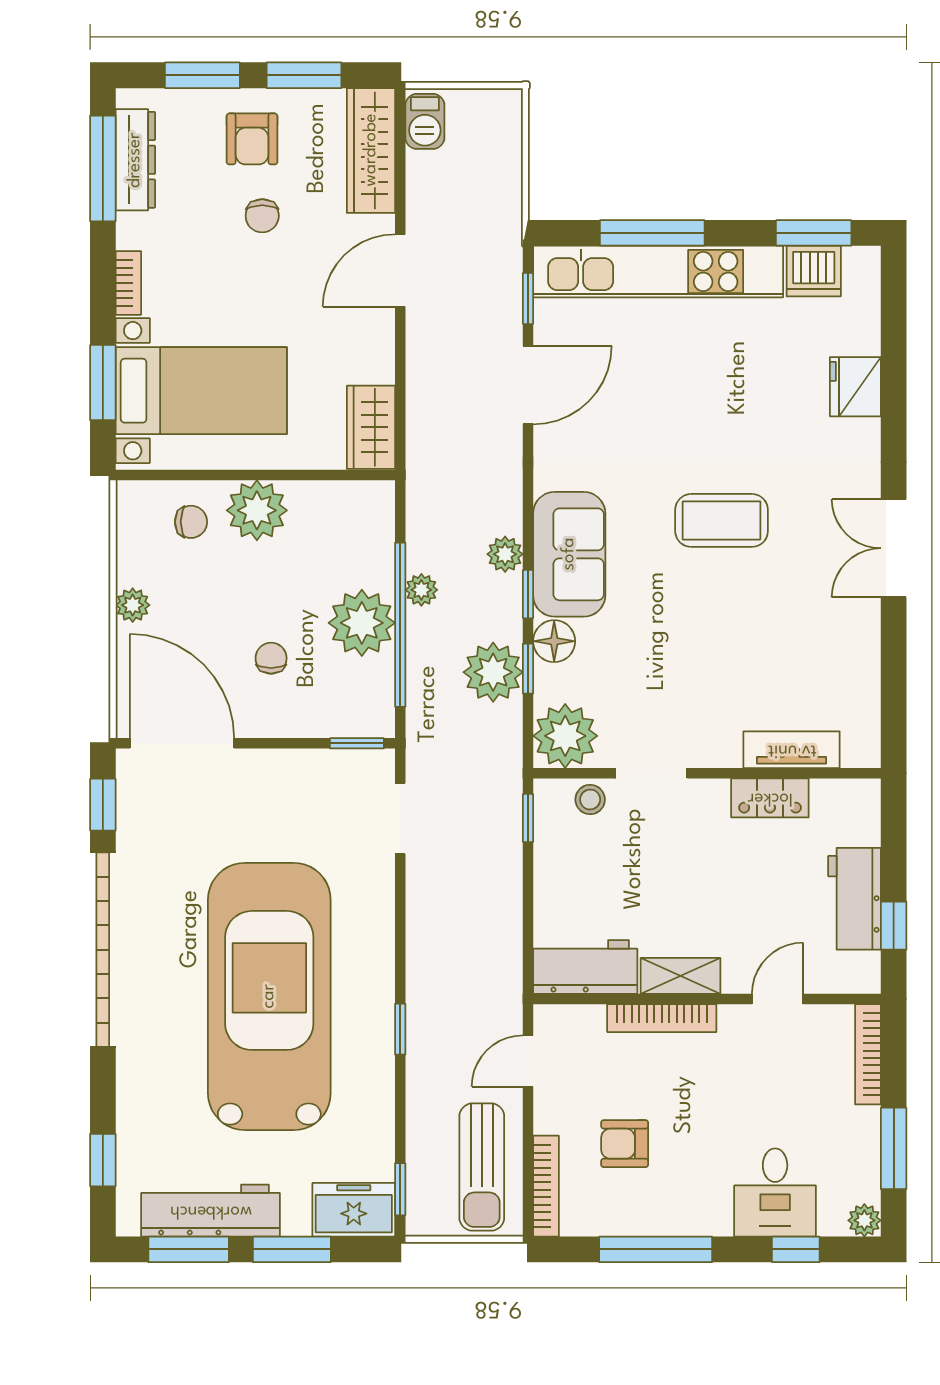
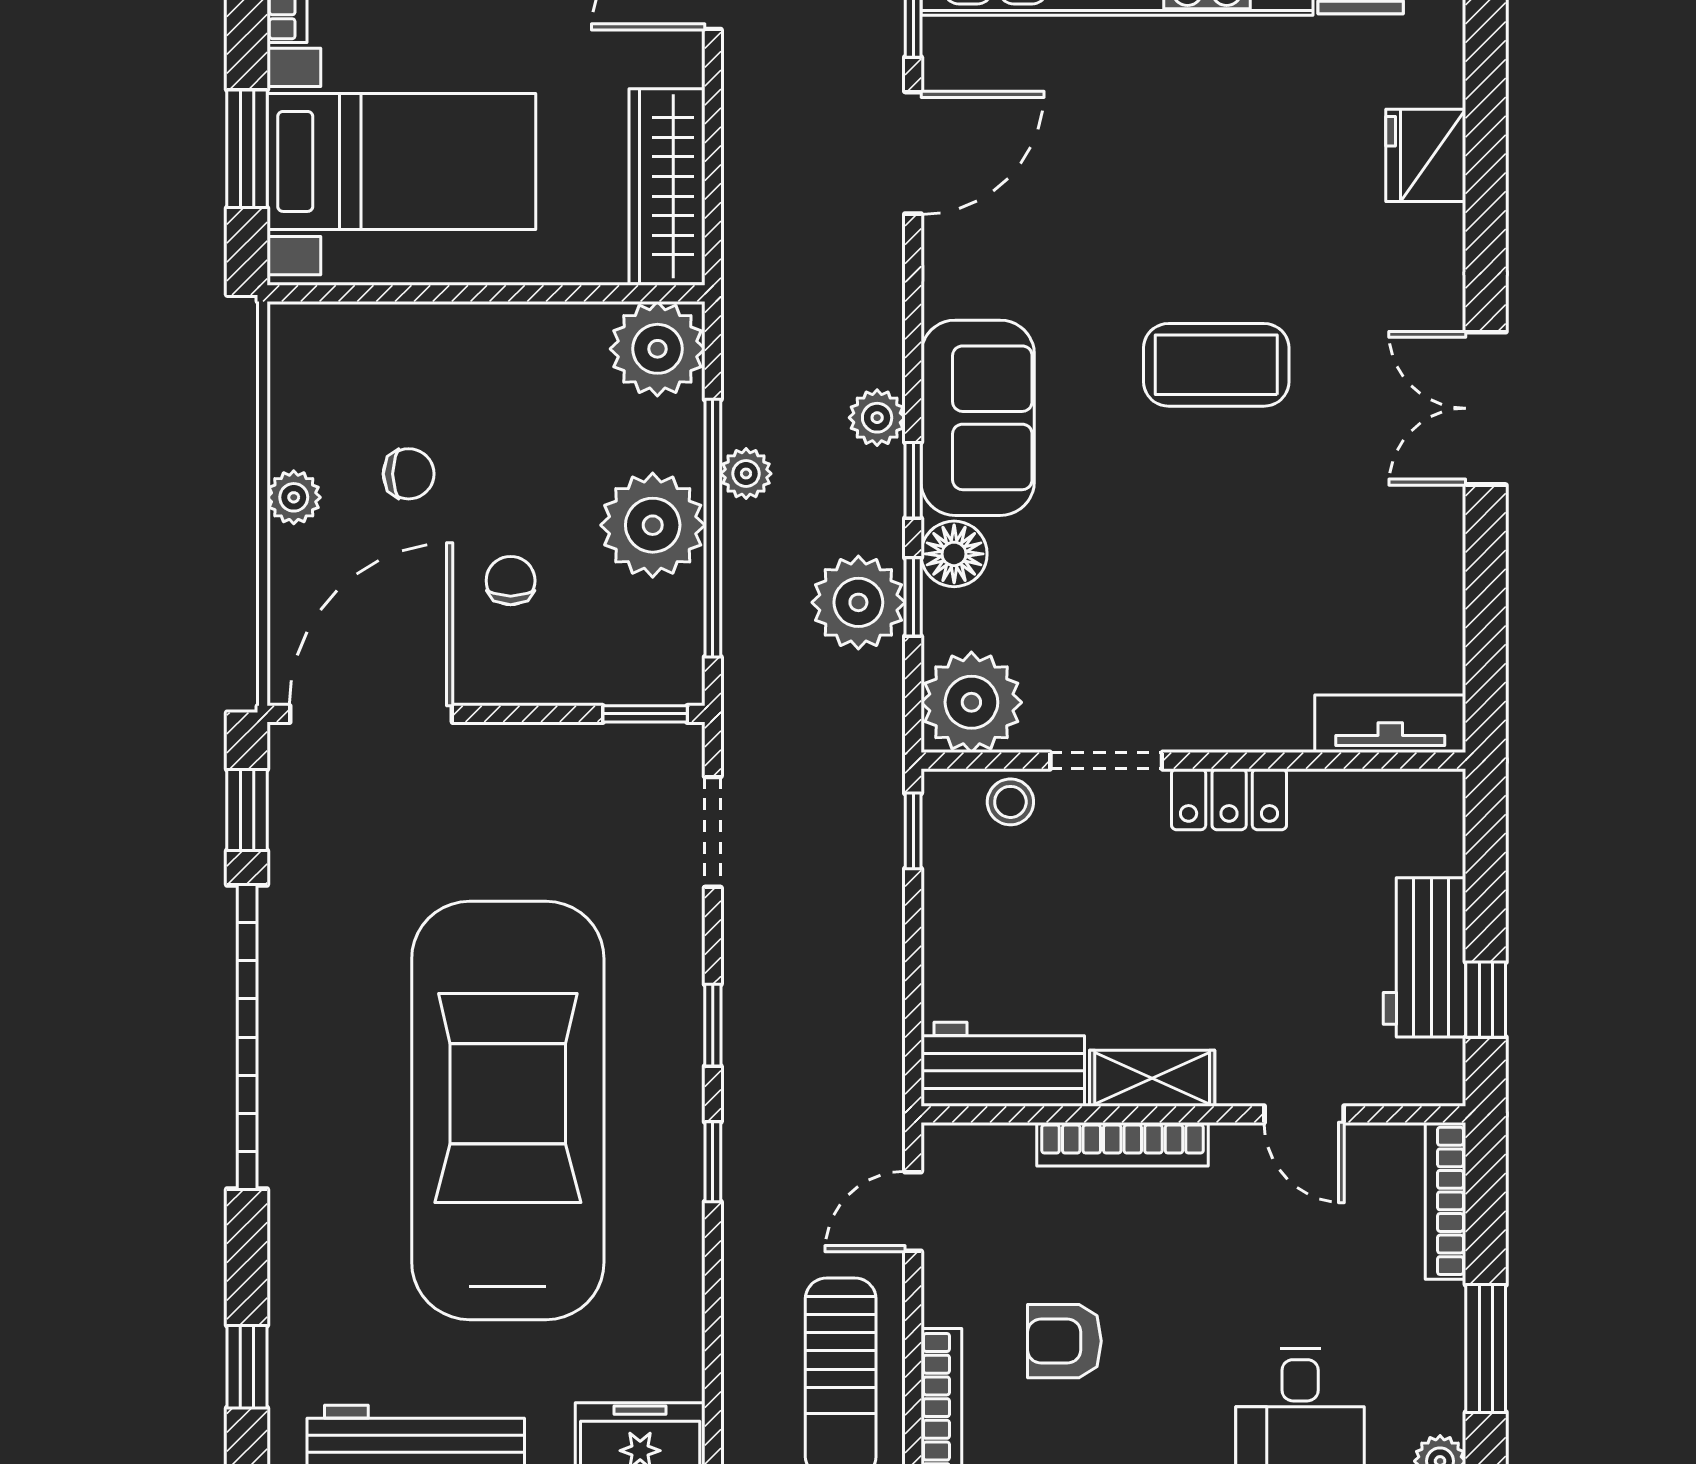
wardrobe: (371, 427) -> (667, 186), width x1.50
plant: (257, 510) -> (657, 349), moved
chair: (191, 522) -> (409, 474), moved
door: (182, 743) -> (371, 714), hinge flipped
tv unit: (792, 750) -> (1390, 724), moved
locker: (770, 798) -> (1229, 799), moved
door: (778, 999) -> (1304, 1114), swing flipped
window: (400, 1189) -> (713, 1025), moved

